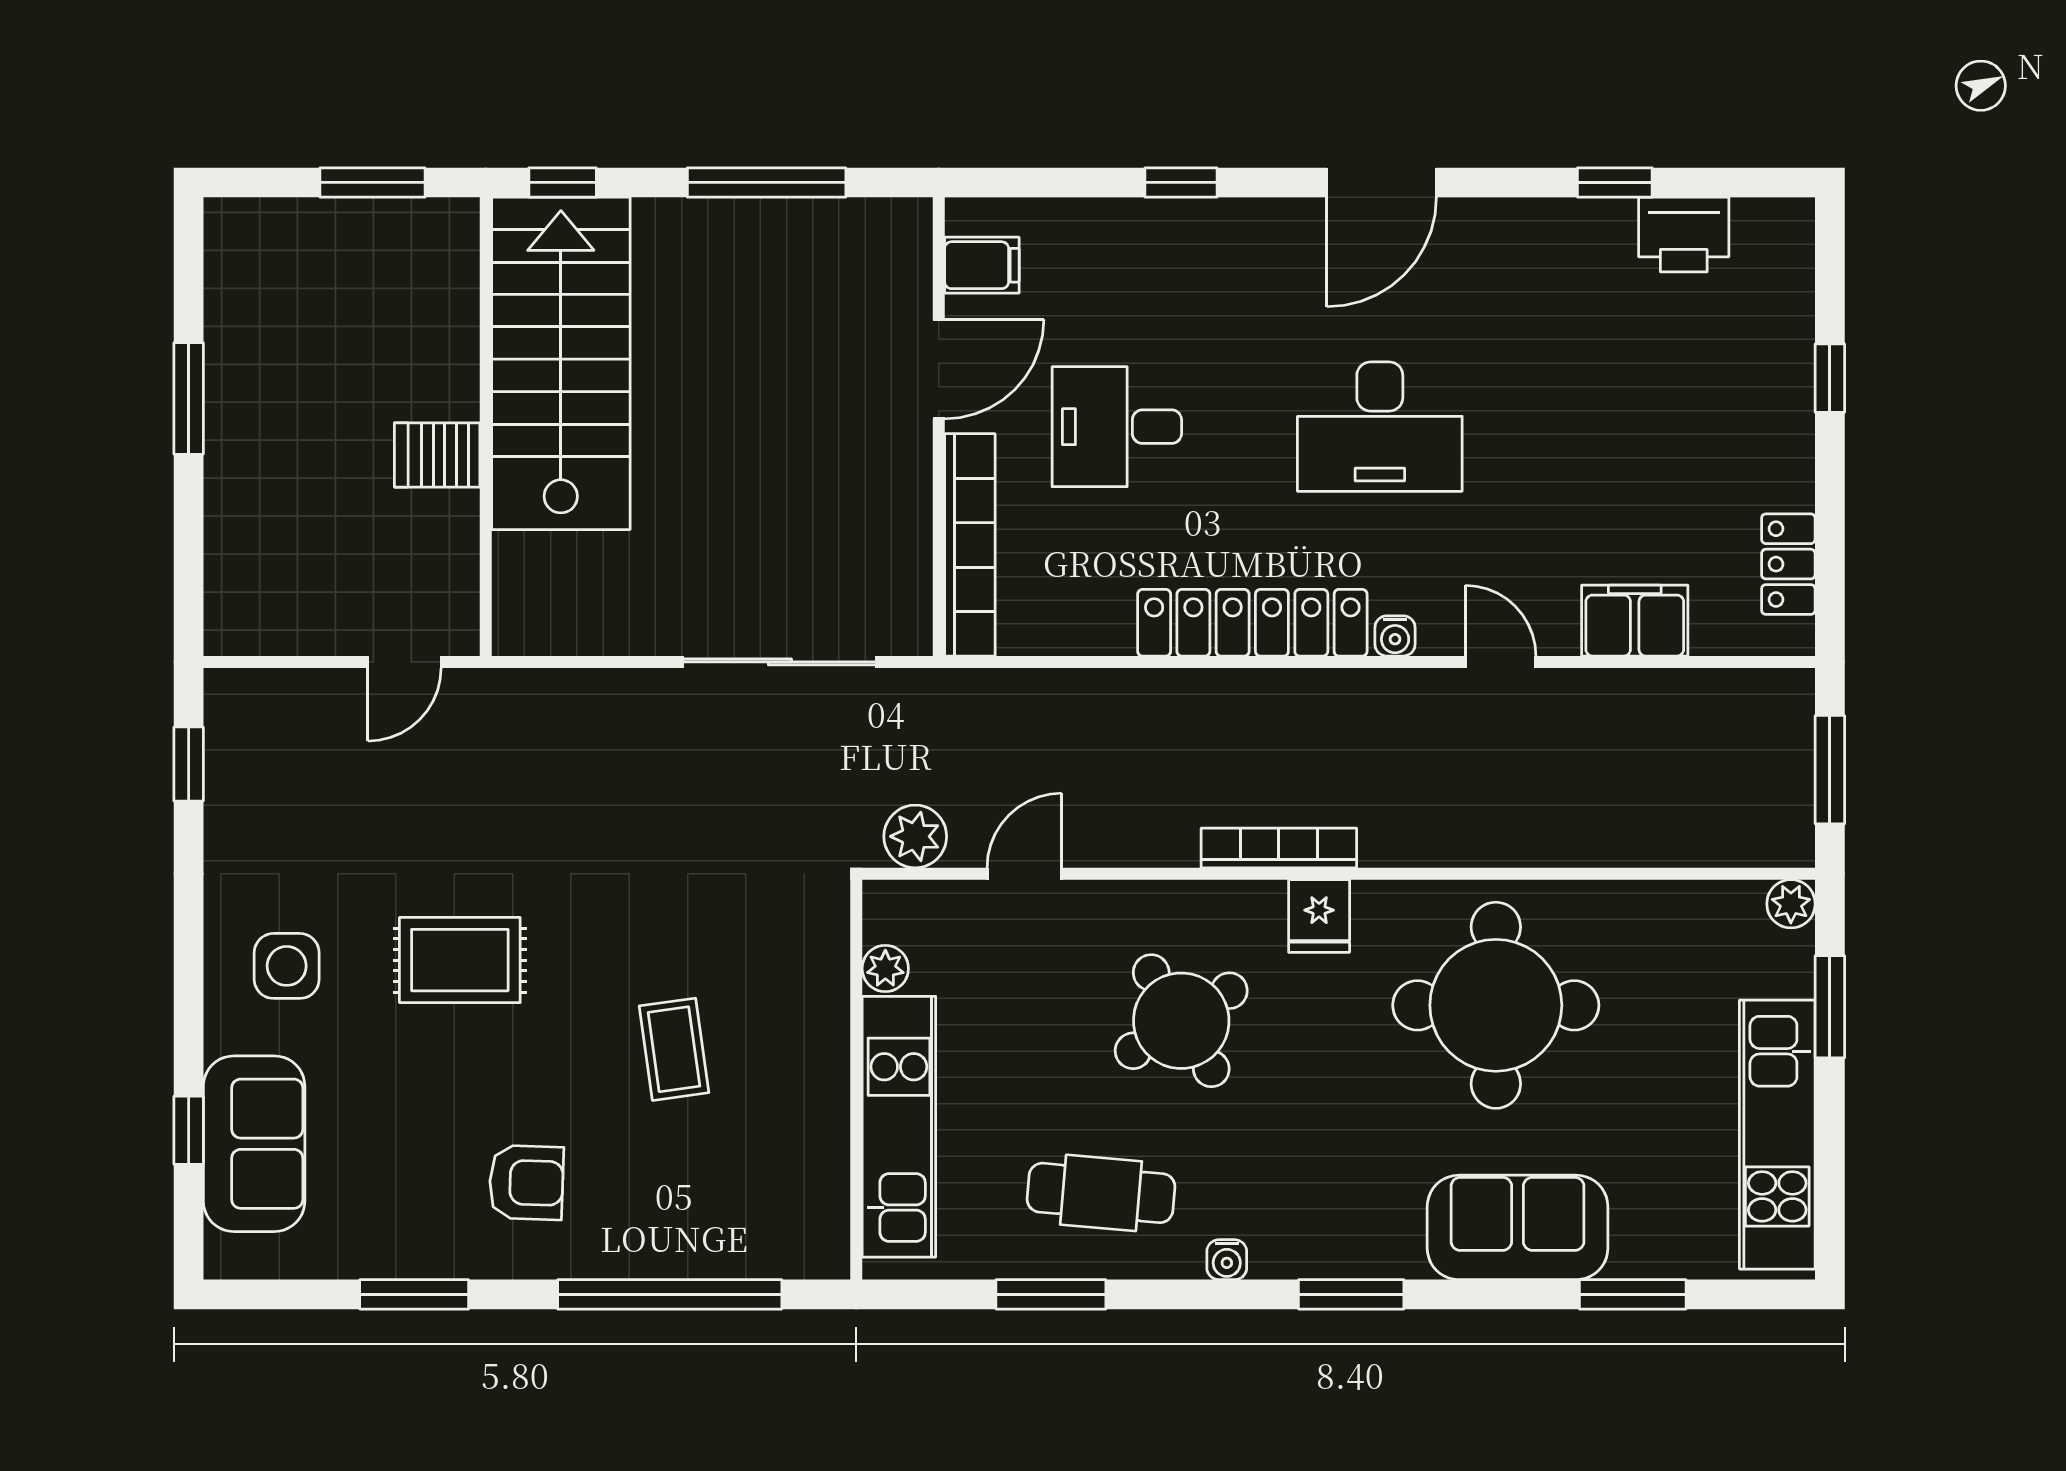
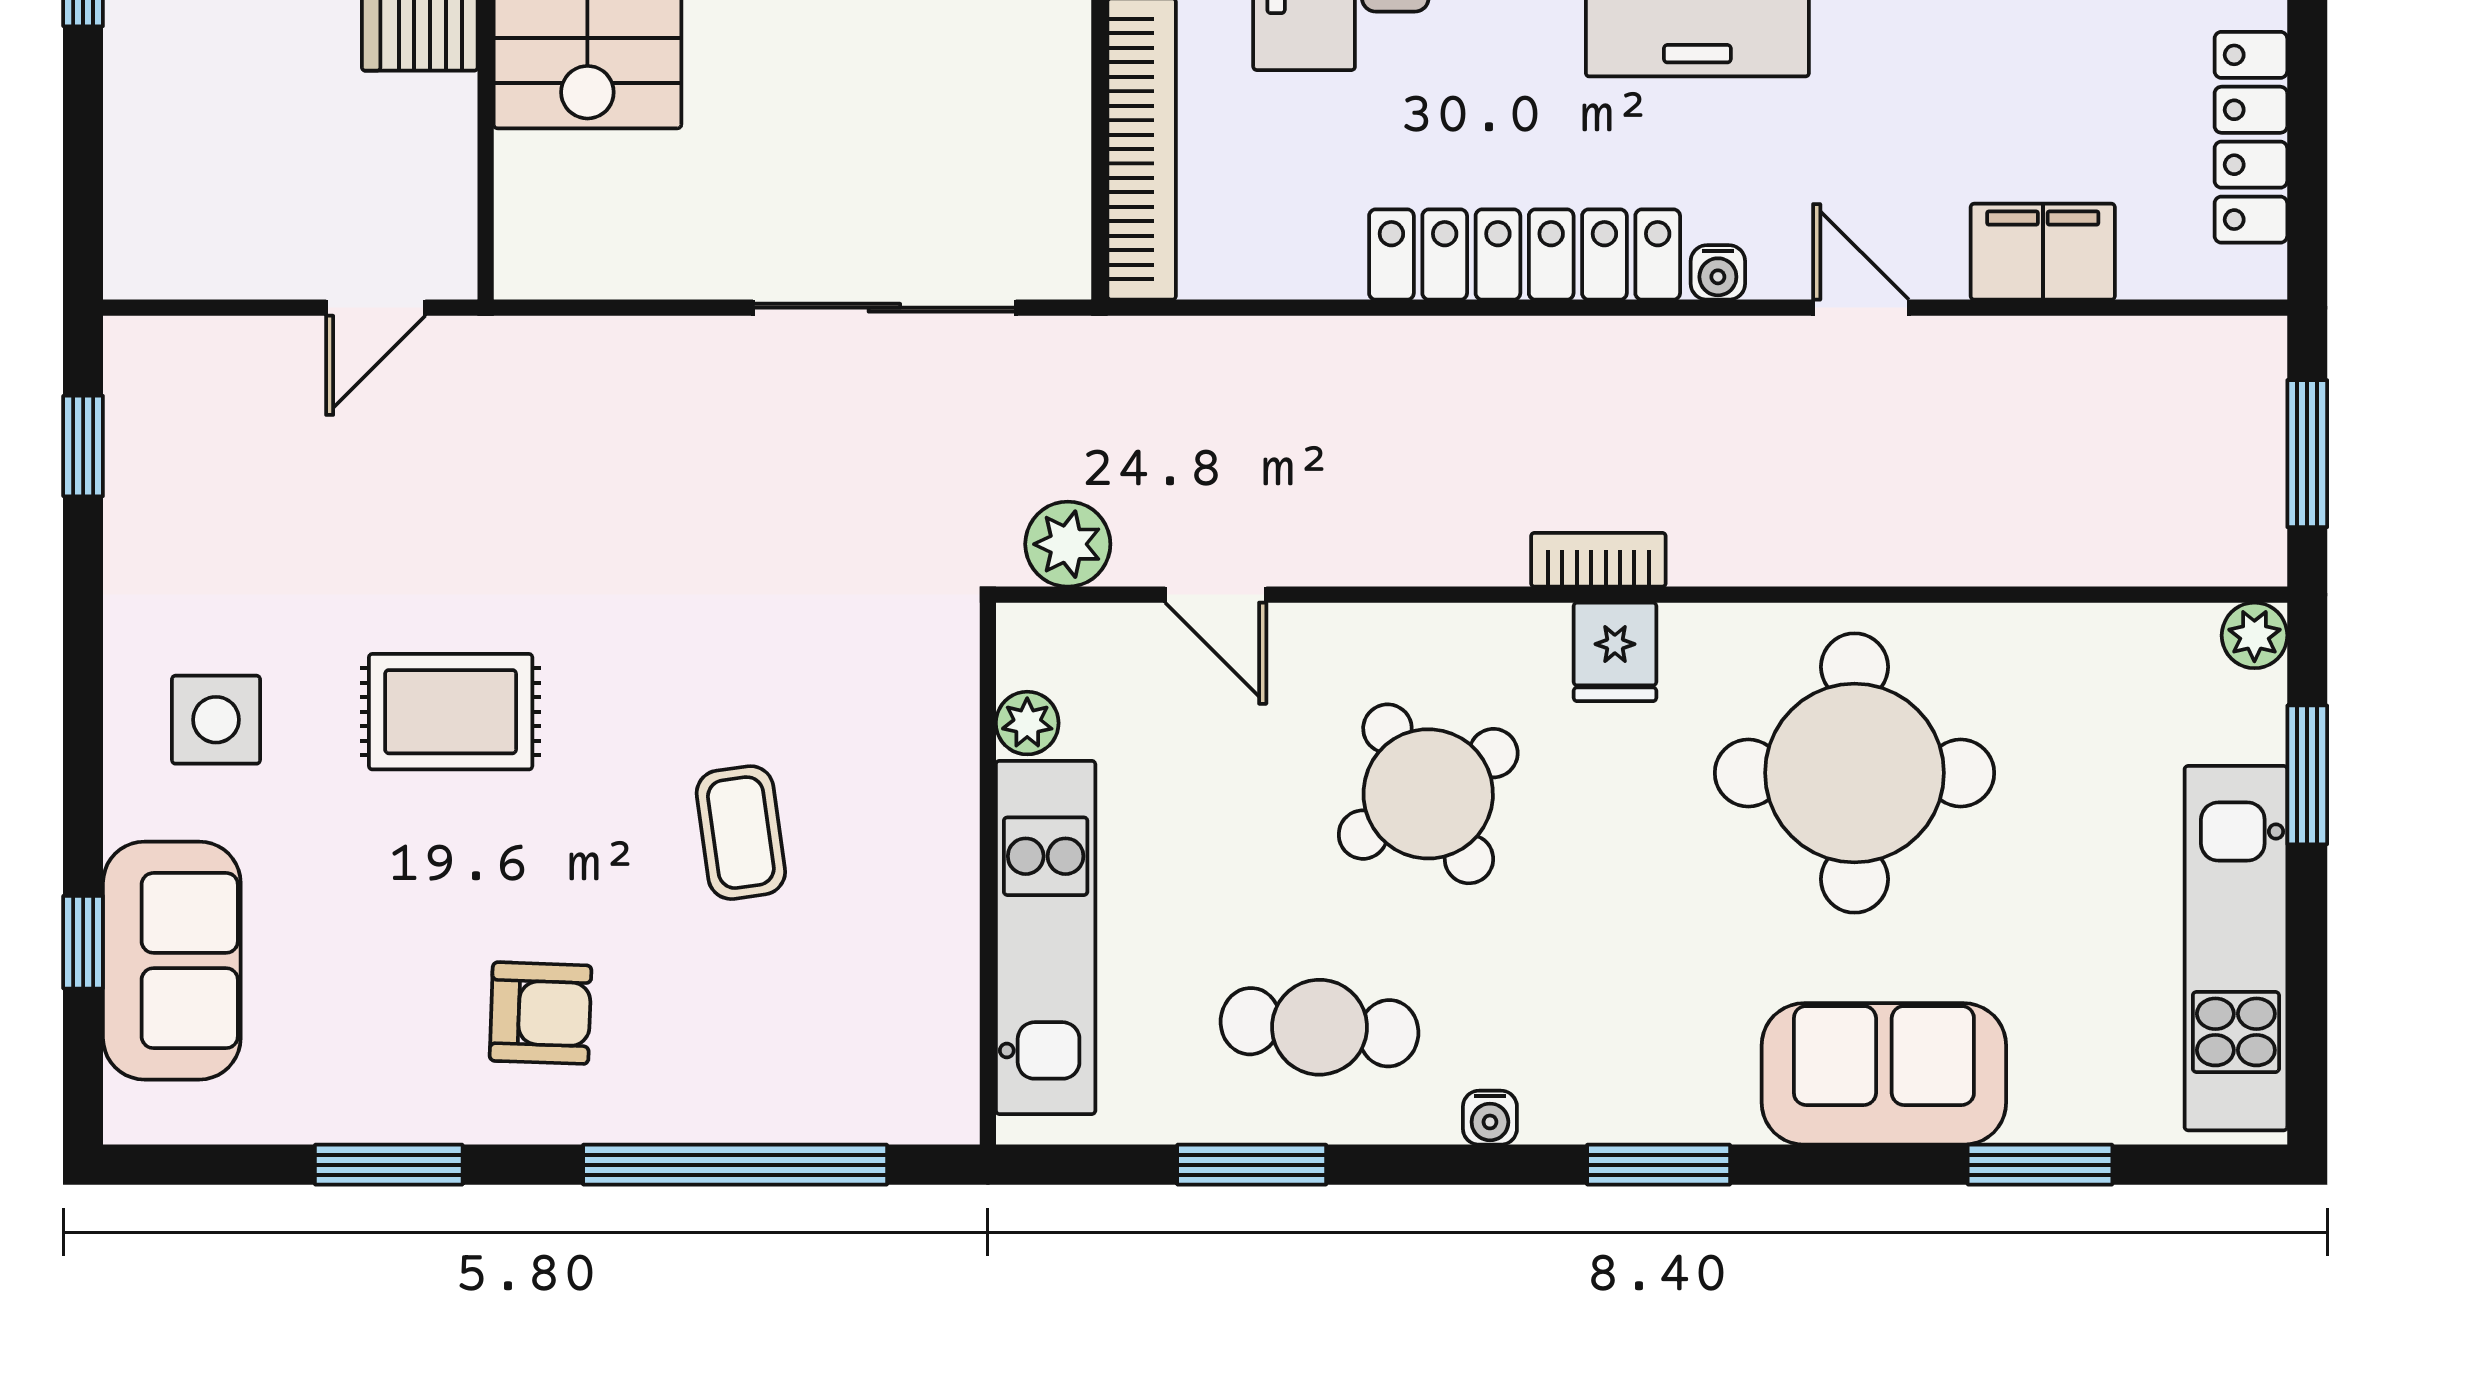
locker: (1788, 564) -> (2251, 137), width x1.53
bookcase: (1279, 848) -> (1598, 560), width x0.64
door: (1024, 874) -> (1216, 595), swing flipped

